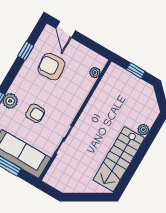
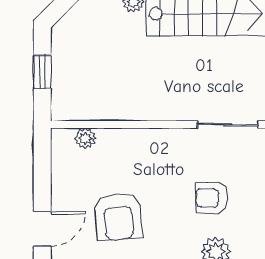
armchair: (35, 113) -> (212, 198), turned -90

